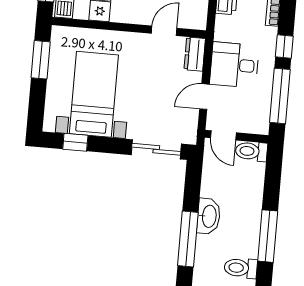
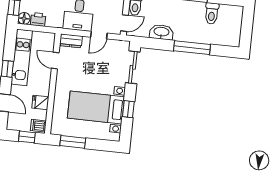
door: (204, 97) -> (99, 35), hinge flipped
window: (75, 142) -> (128, 109), moved
washbasin: (209, 216) -> (161, 32), moved

